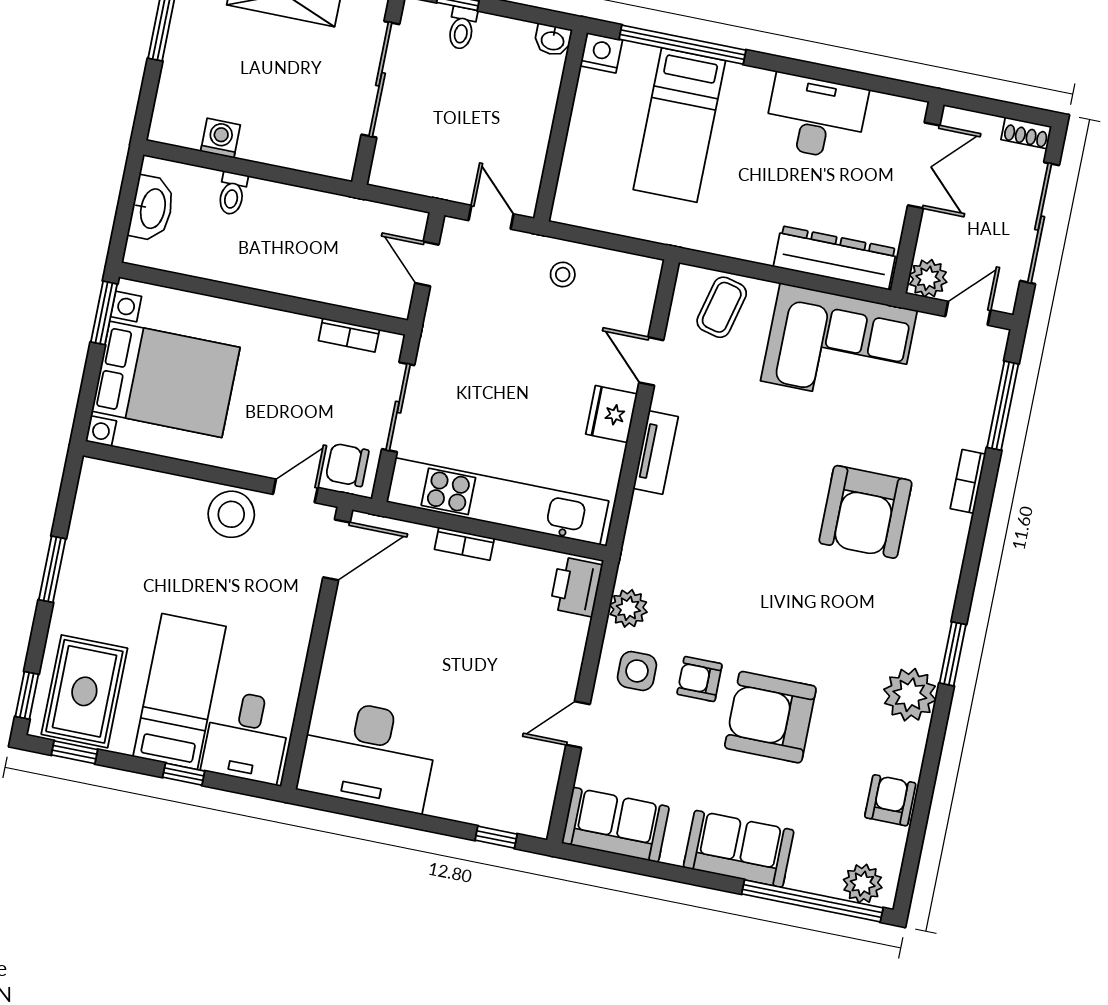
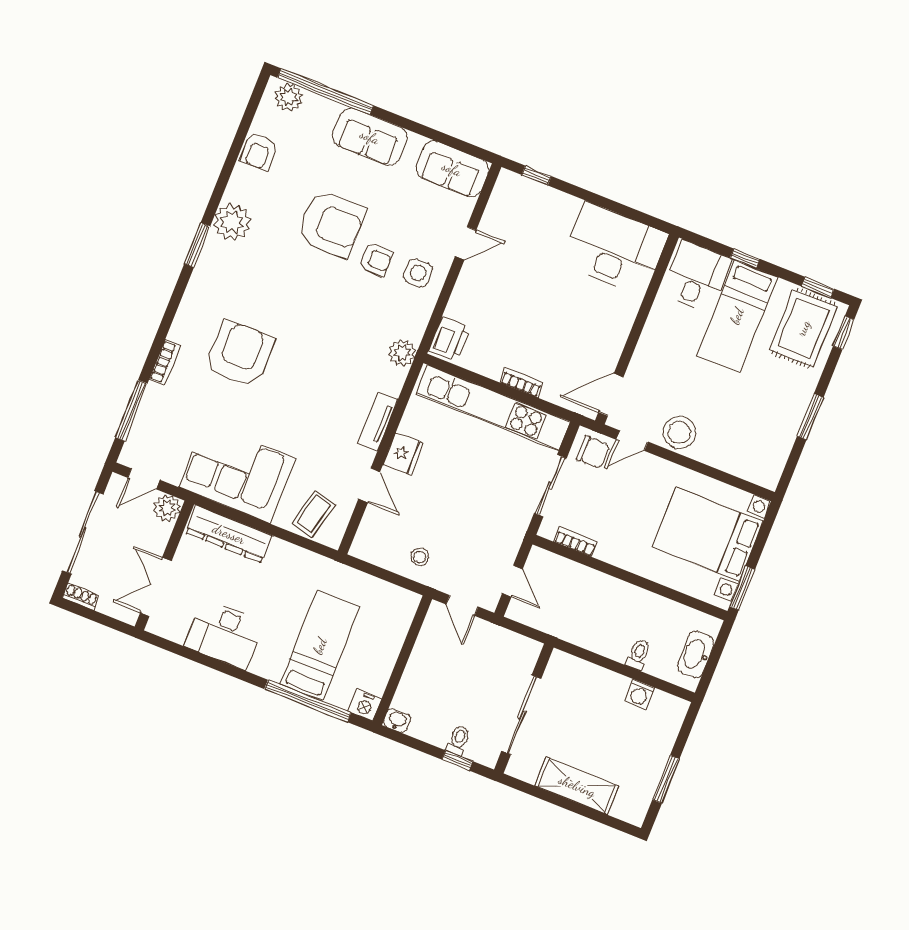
plant: (628, 608) -> (402, 353), moved

